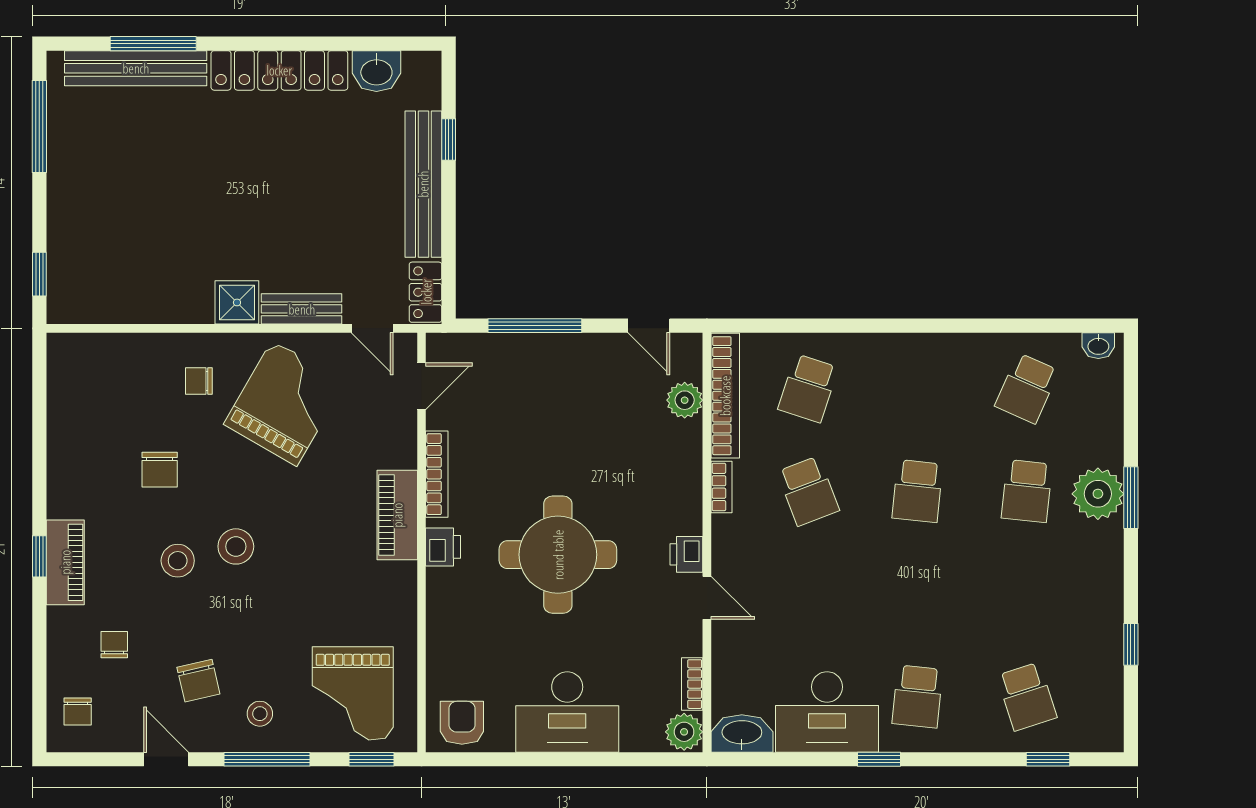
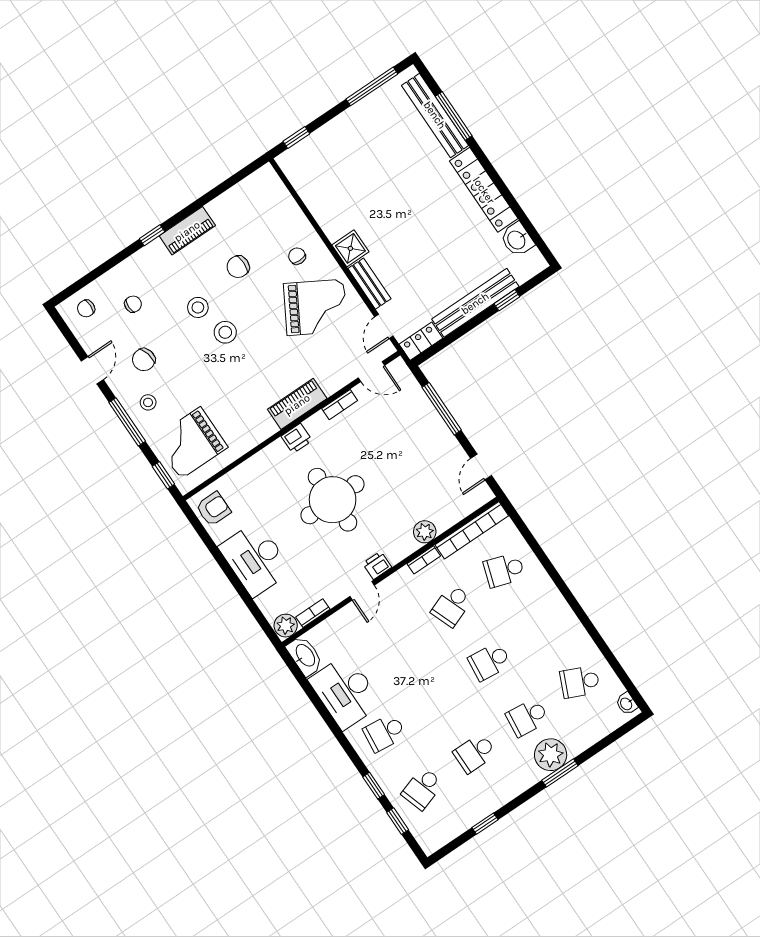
plant: (685, 400) -> (425, 532), moved
bookcase: (437, 474) -> (340, 405), width x0.64
piano: (65, 562) -> (187, 231), moved
school desk: (1027, 594) -> (475, 753), added
window: (879, 759) -> (374, 786), moved

